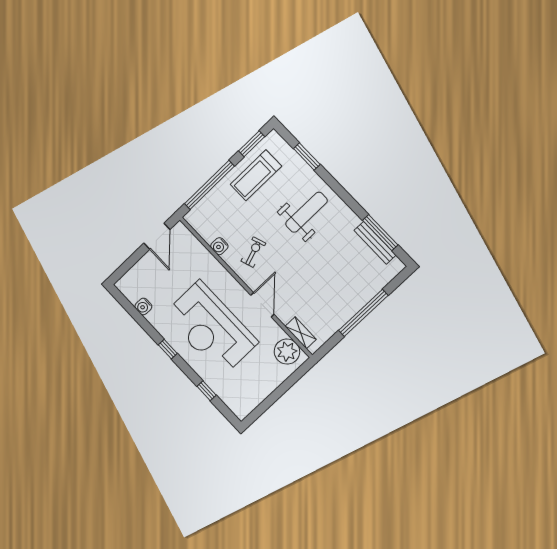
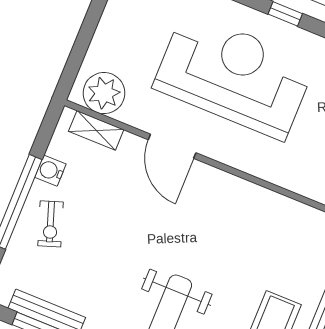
water cooler: (219, 246) -> (50, 171), moved, turned -90
exercise bike: (253, 252) -> (50, 224), moved

